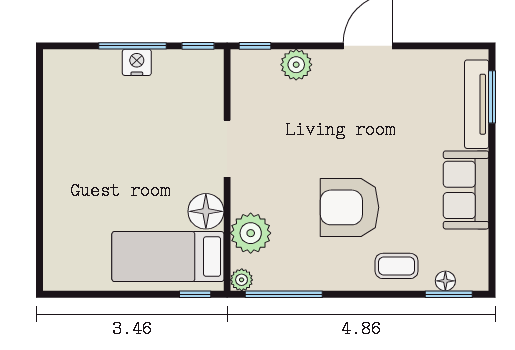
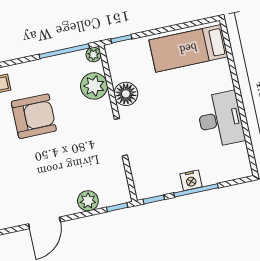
desk: (74, 143) -> (220, 119), added
bed: (168, 257) -> (188, 48), moved, turned 180

